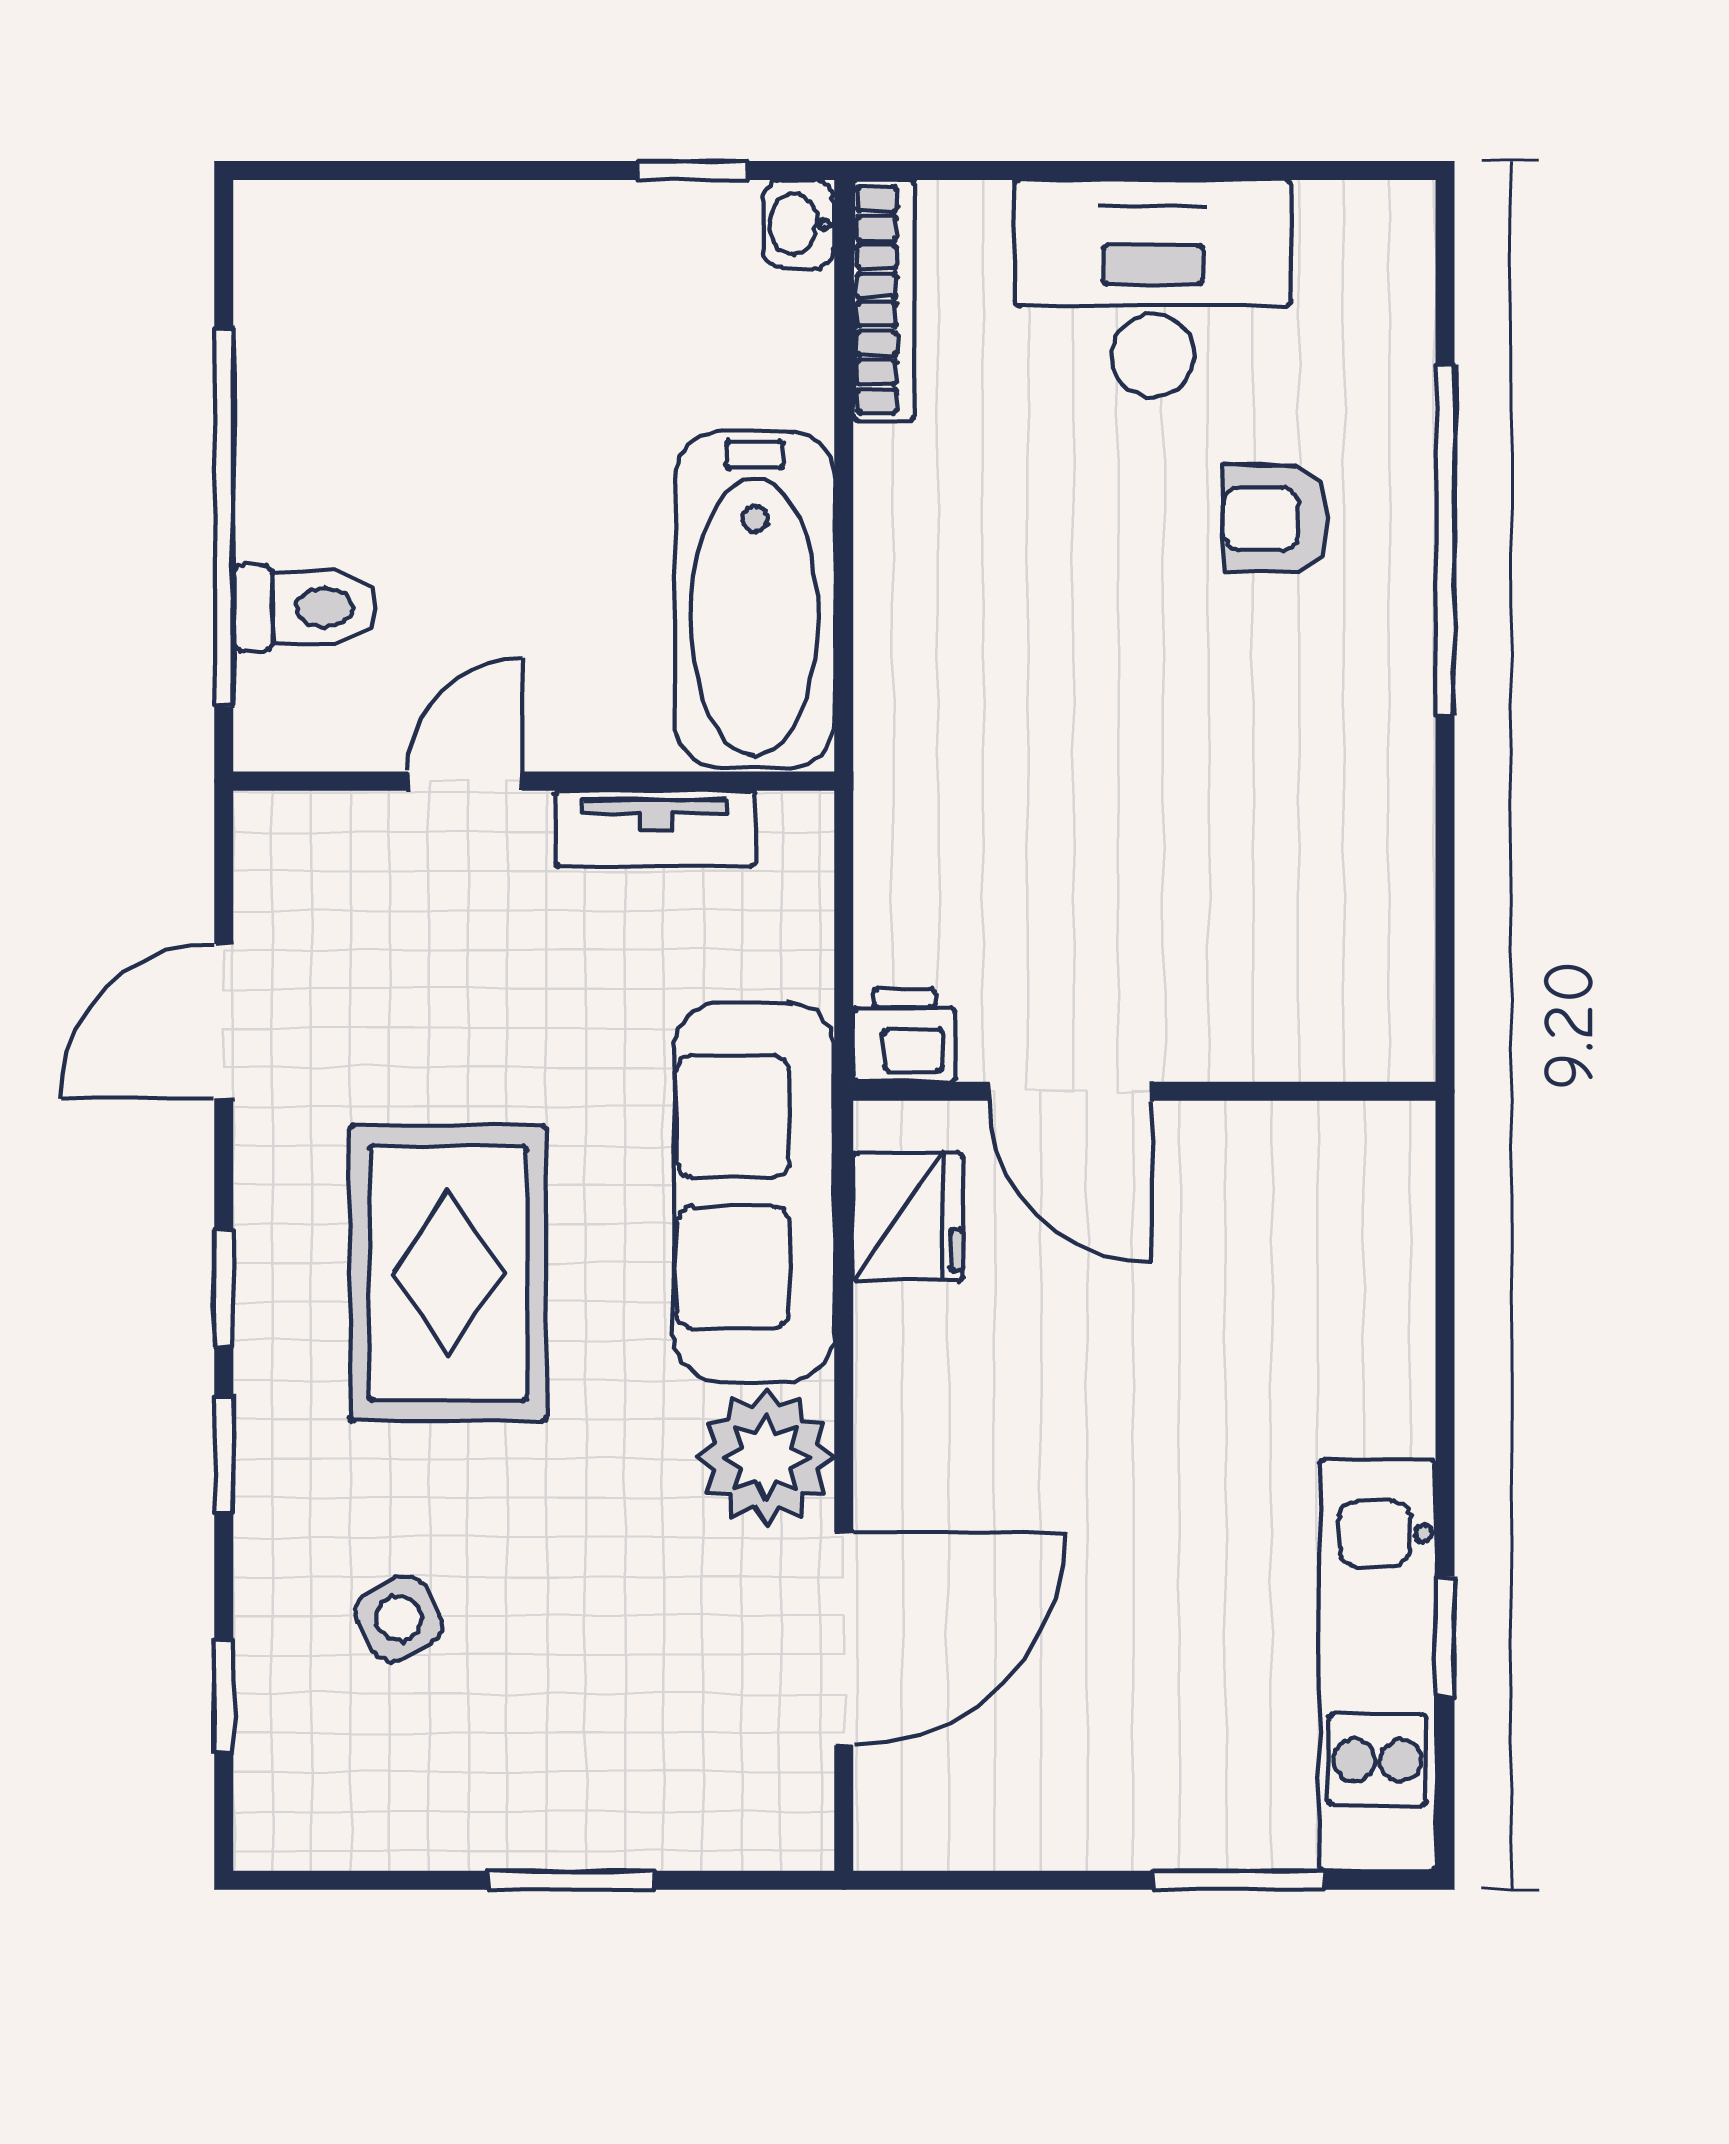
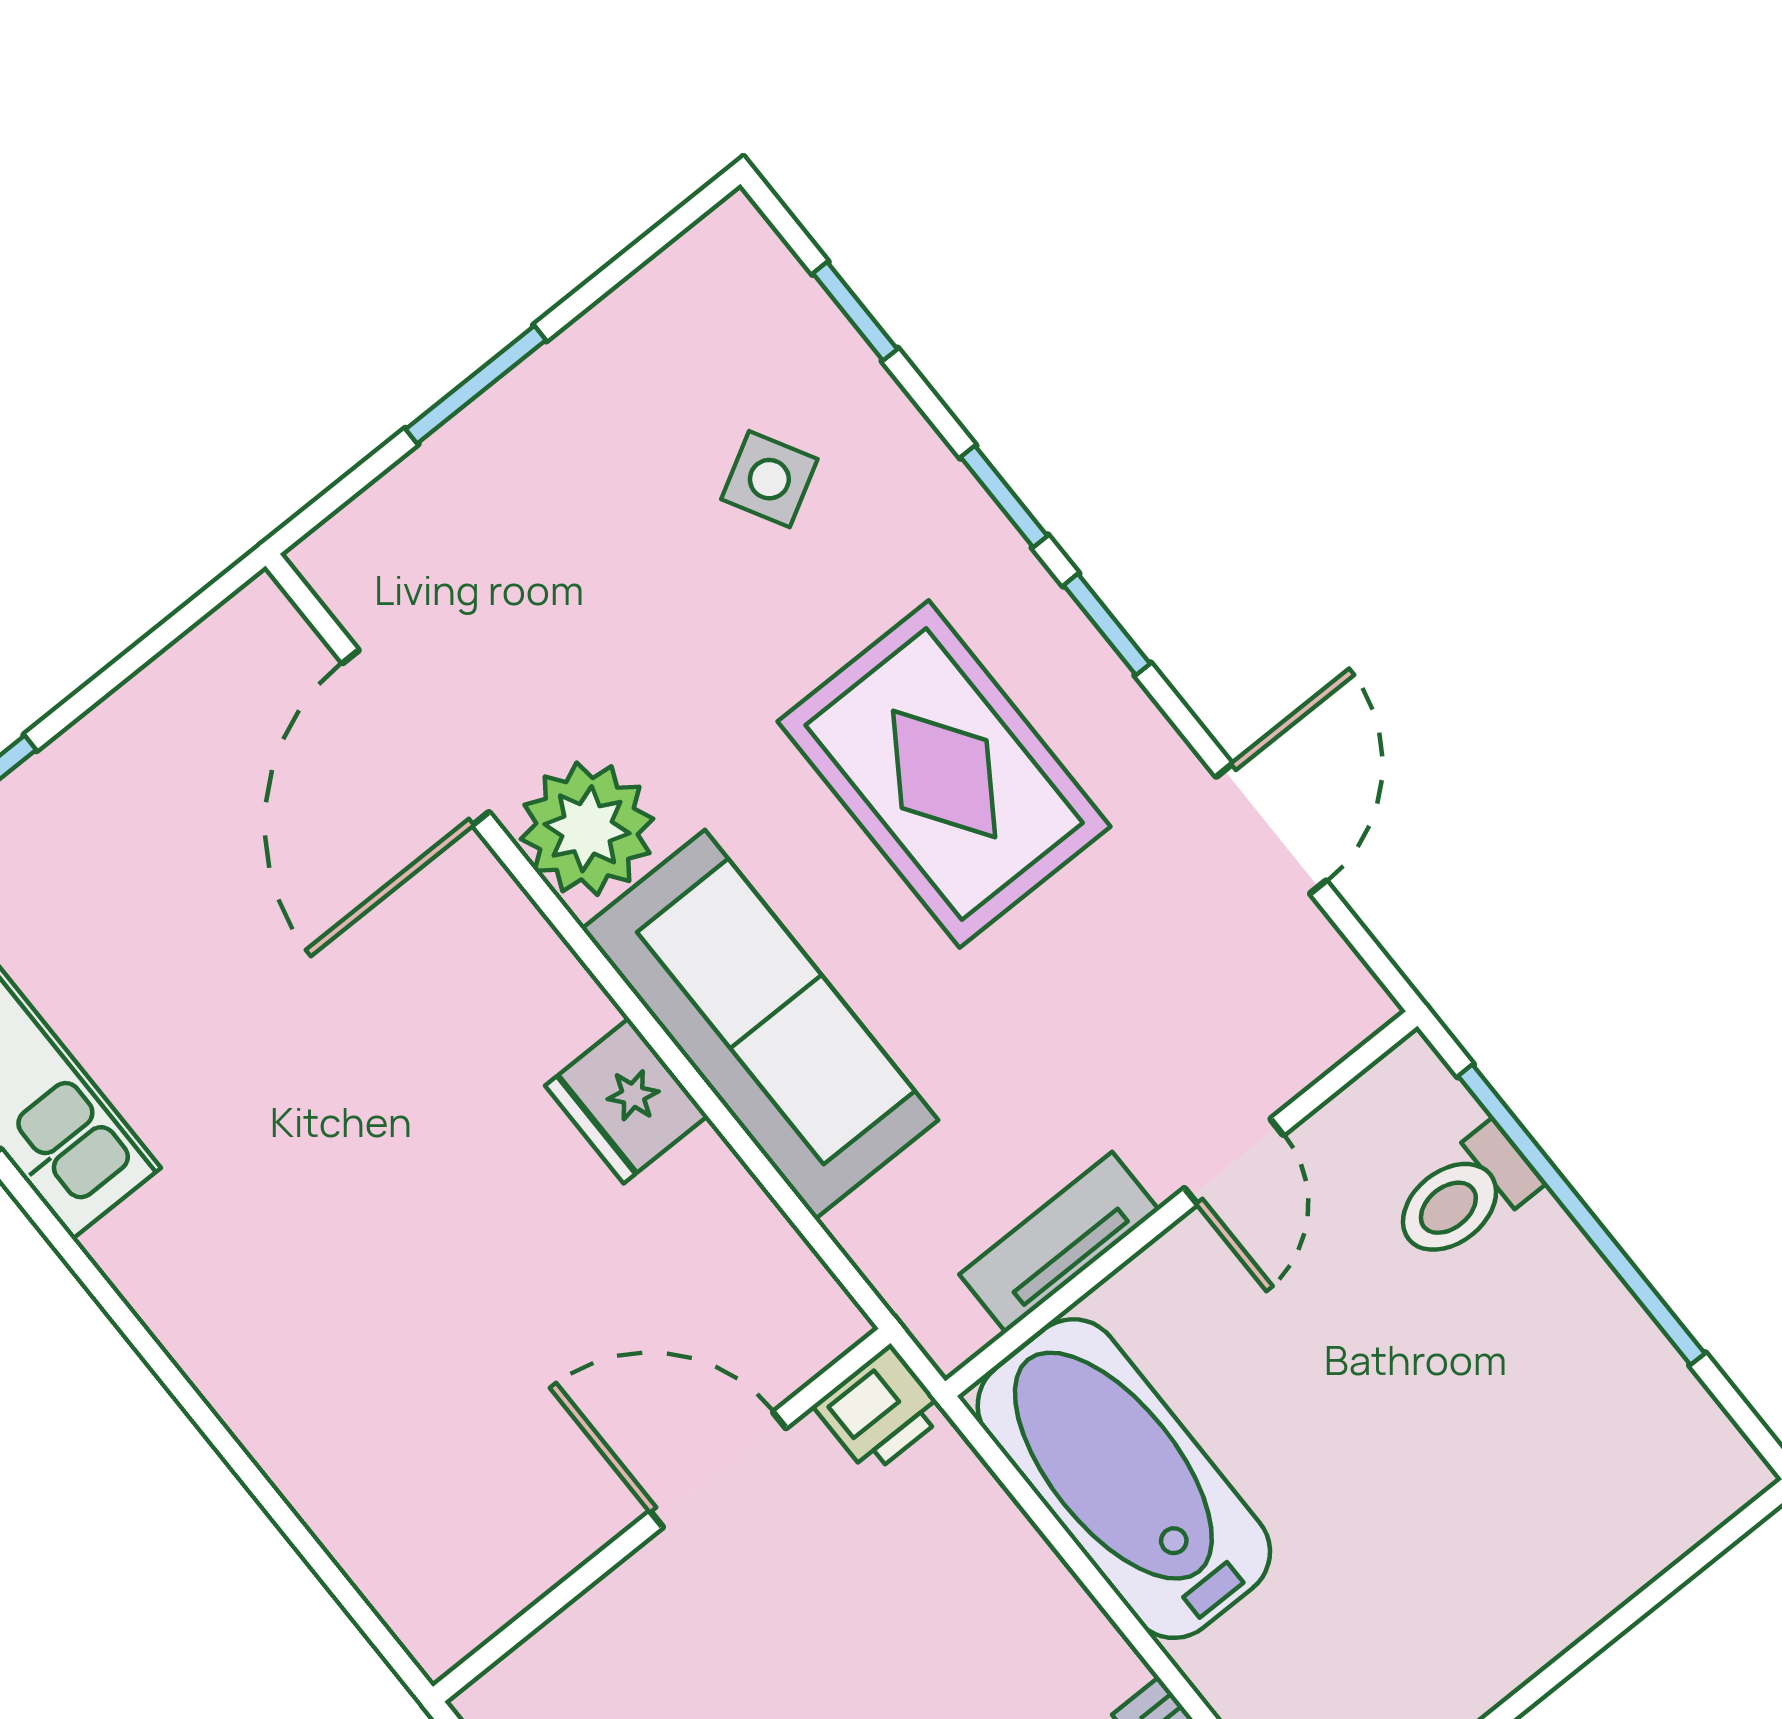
printer: (904, 1035) -> (880, 1410), moved
door: (1071, 1091) -> (718, 1470), moved
wall: (1144, 1091) -> (662, 1515), moved

